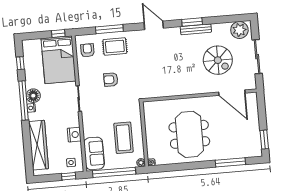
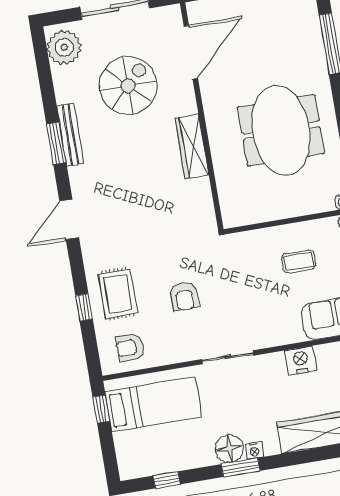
window: (109, 29) -> (84, 307), width x0.46
bed: (58, 60) -> (153, 404), width x0.67
wardrobe: (185, 89) -> (192, 146), added
window: (23, 100) -> (241, 467), width x0.47
meeting table: (189, 134) -> (281, 130), turned 90
coffee table: (123, 138) -> (299, 261), width x0.54, depth x0.58

